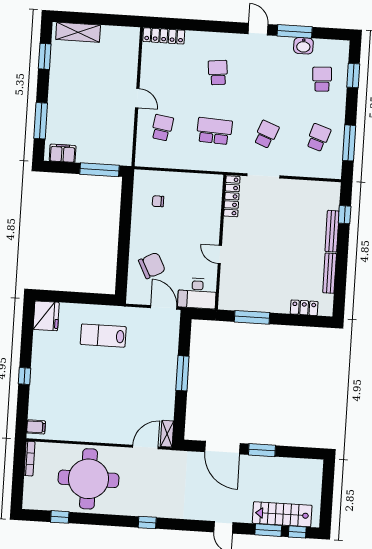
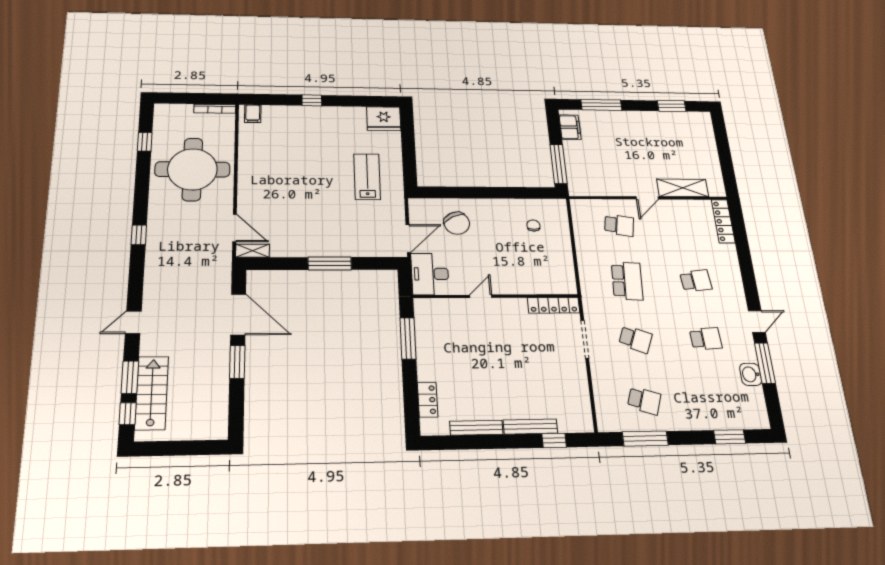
shelving: (78, 32) -> (683, 188), moved, turned 90
school desk: (322, 79) -> (706, 339), moved
door: (222, 448) -> (238, 315), swing flipped

